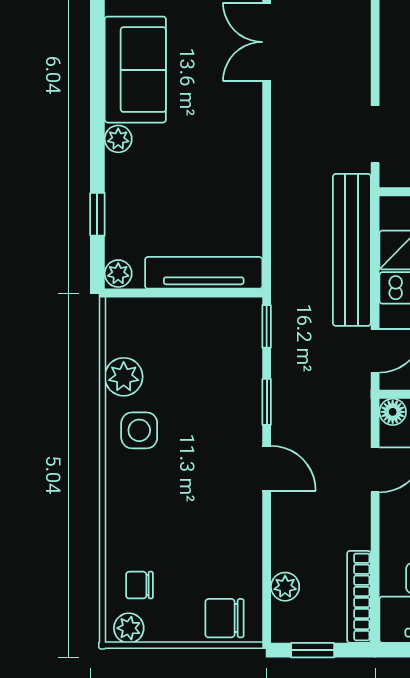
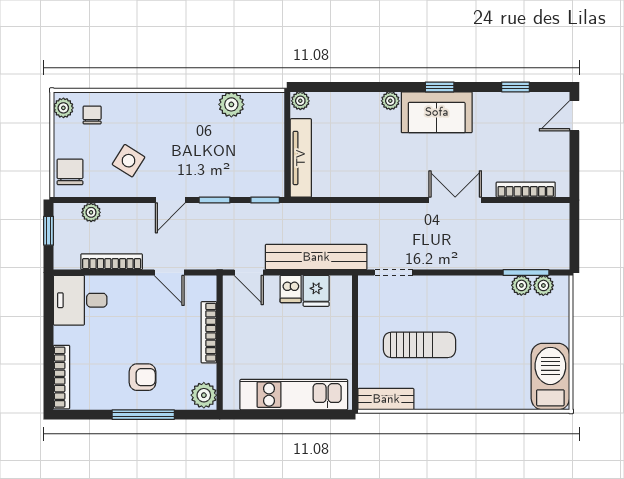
window: (97, 214) -> (440, 87), moved
floor lamp: (393, 412) -> (208, 284), removed
side table: (139, 430) -> (129, 161), moved, turned 32
bookcase: (359, 597) -> (112, 262), moved

